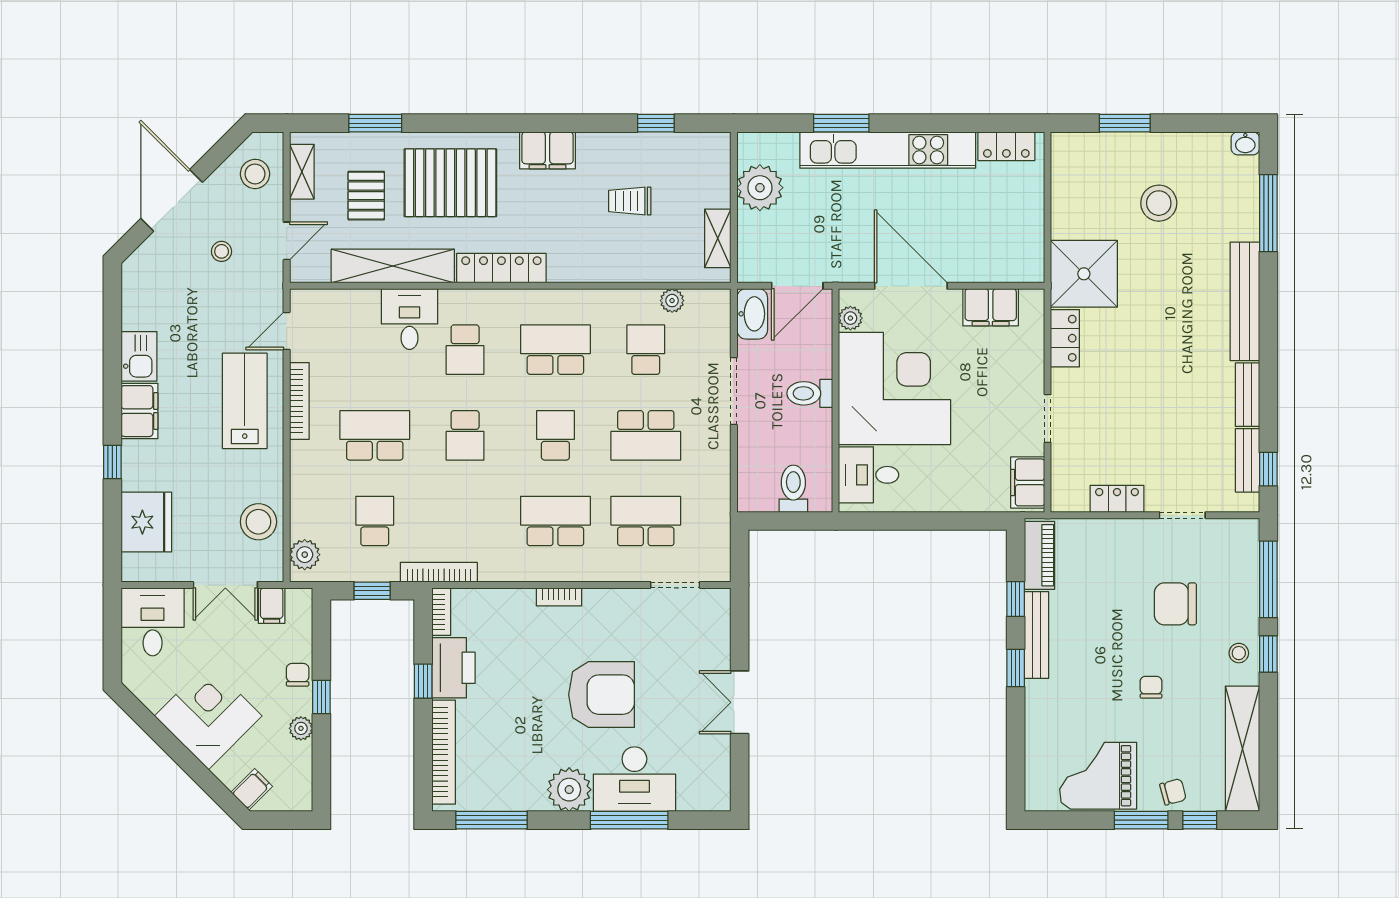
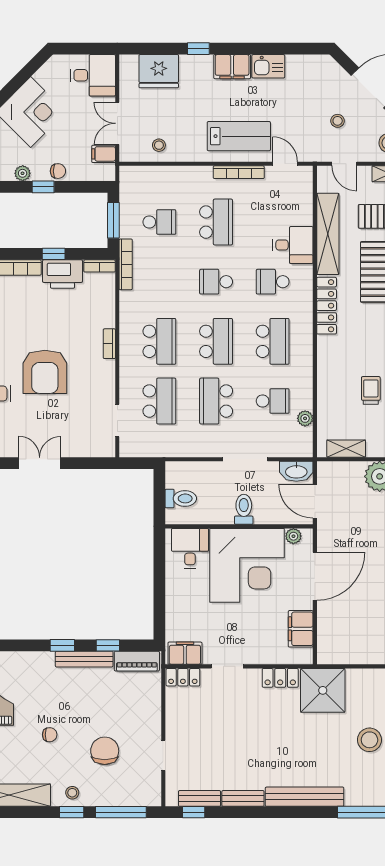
school desk: (555, 435) -> (216, 341), width x1.85
locker: (1117, 499) -> (183, 677), moved, turned 90
stool: (258, 522) -> (159, 145), width x0.53, depth x0.53
plant: (305, 555) -> (137, 176), removed
window: (372, 591) -> (113, 220), width x1.50

